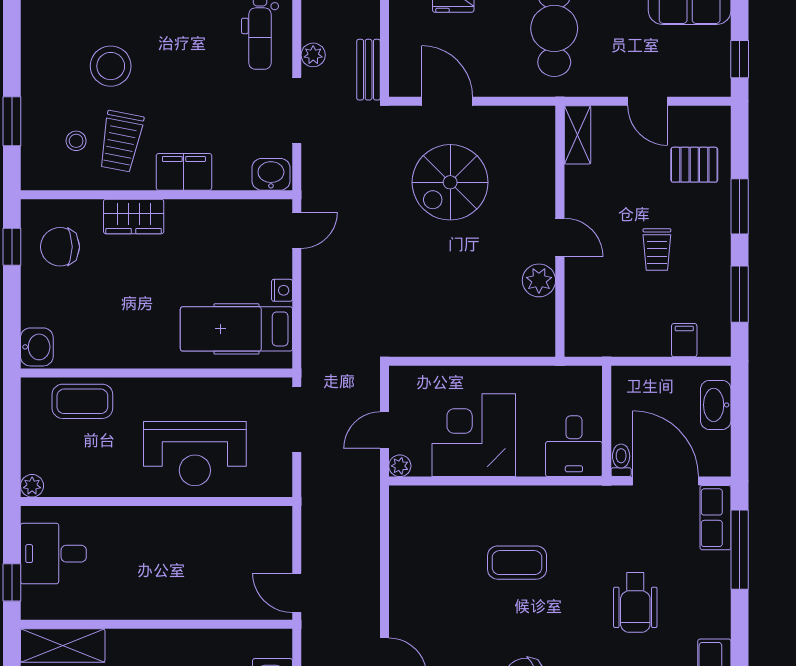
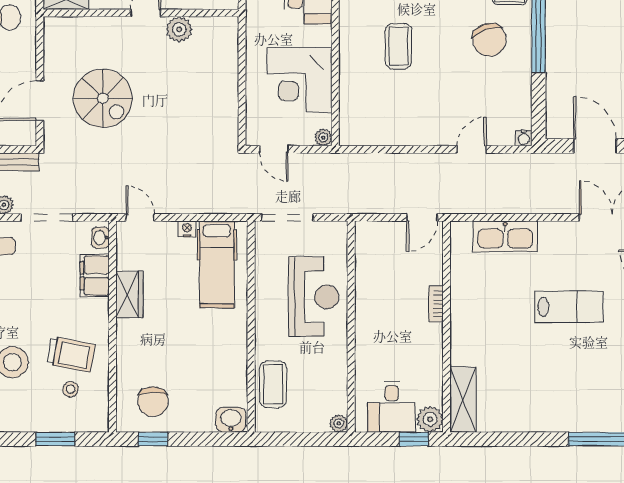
filing cabinet: (184, 172) -> (95, 276), moved
washbasin: (271, 174) -> (100, 238), width x0.72, depth x0.69
wardrobe: (134, 216) -> (129, 294), moved
door: (385, 430) -> (274, 149), moved
plant: (37, 603) -> (430, 419), added
bookcase: (185, 611) -> (436, 304), added

